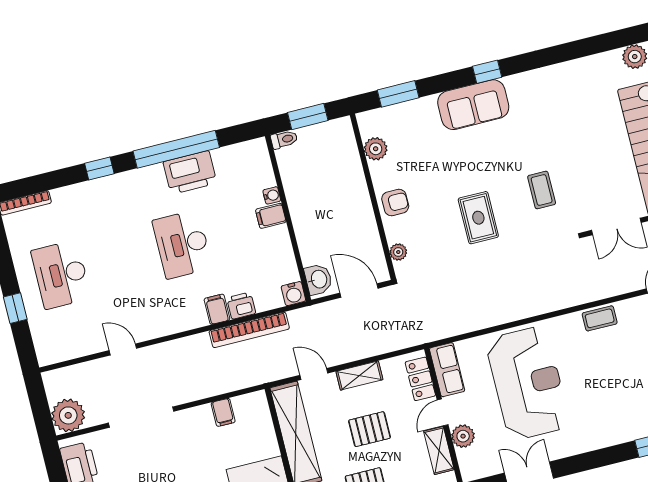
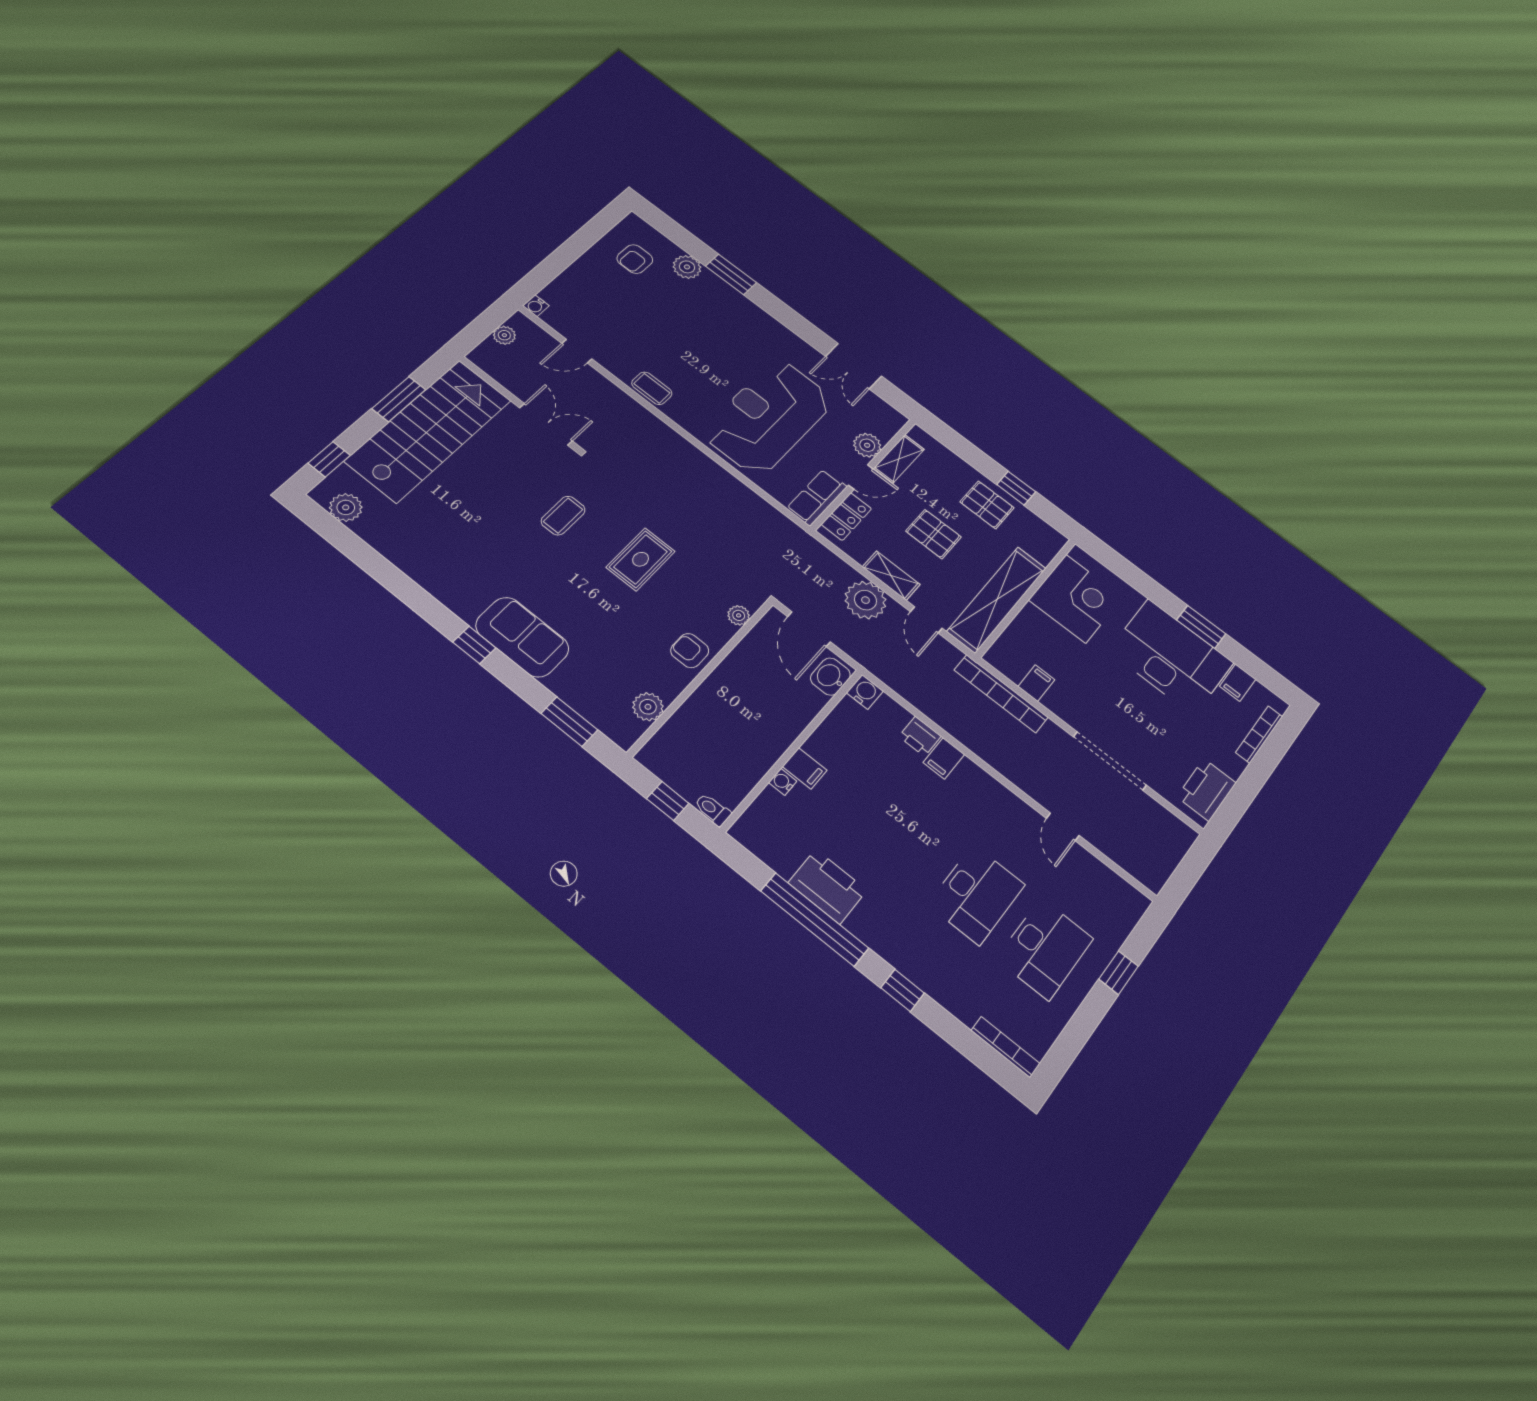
window: (308, 116) -> (668, 801), width x0.67
desk: (182, 244) -> (976, 894), moved
bookcase: (249, 330) -> (1001, 694), moved, turned 180
plant: (68, 415) -> (865, 600), moved

